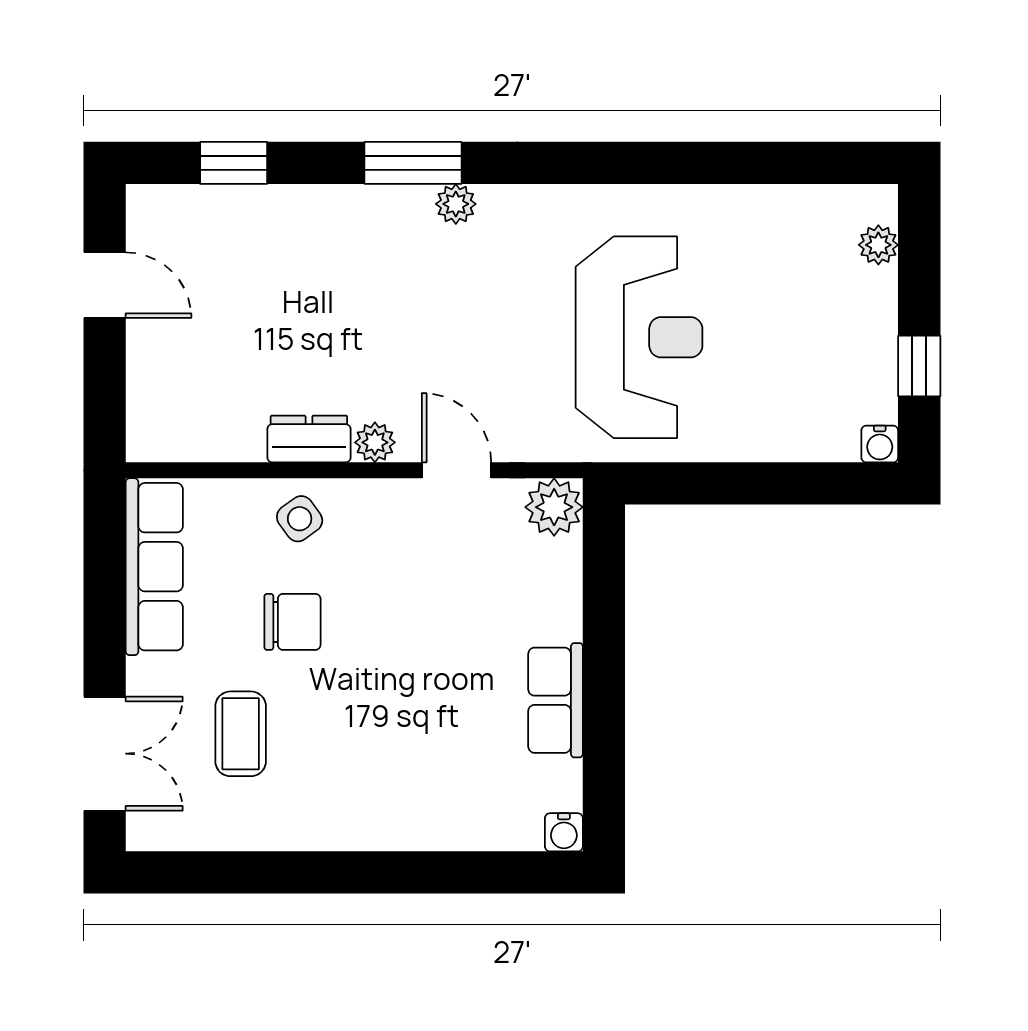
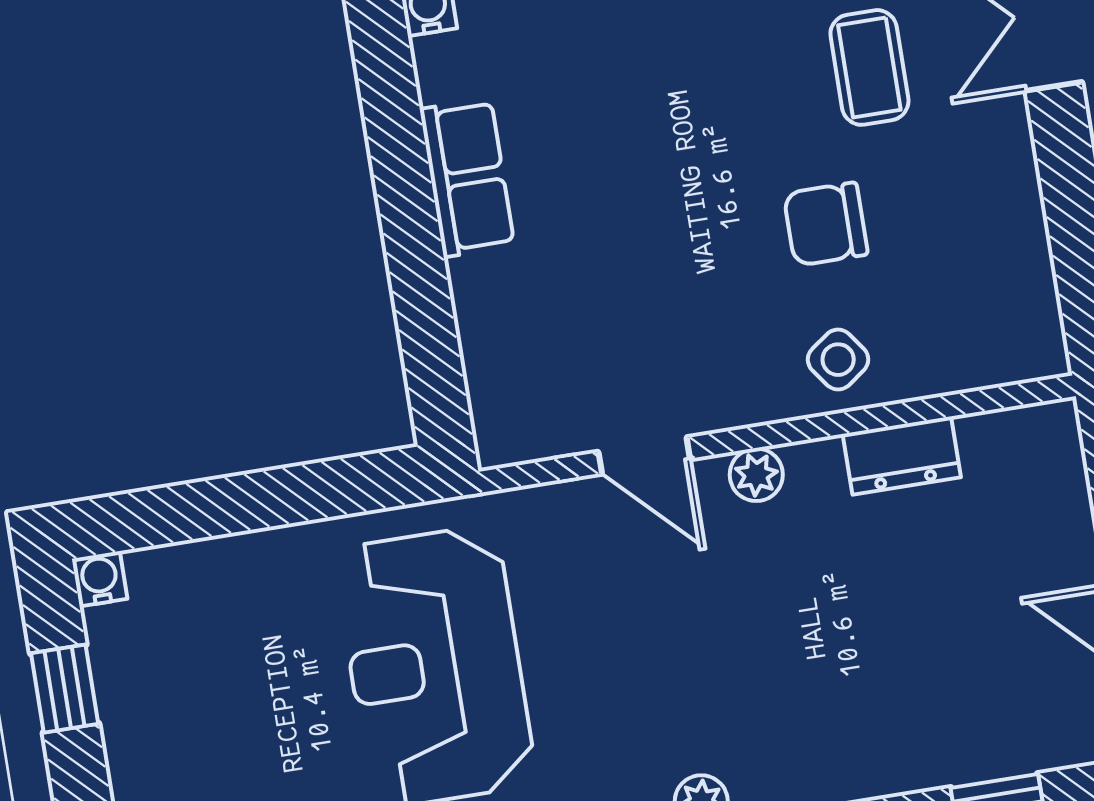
dresser: (309, 439) -> (902, 456), moved
plant: (554, 507) -> (510, 428), removed
row of seats: (154, 567) -> (1017, 267), removed

